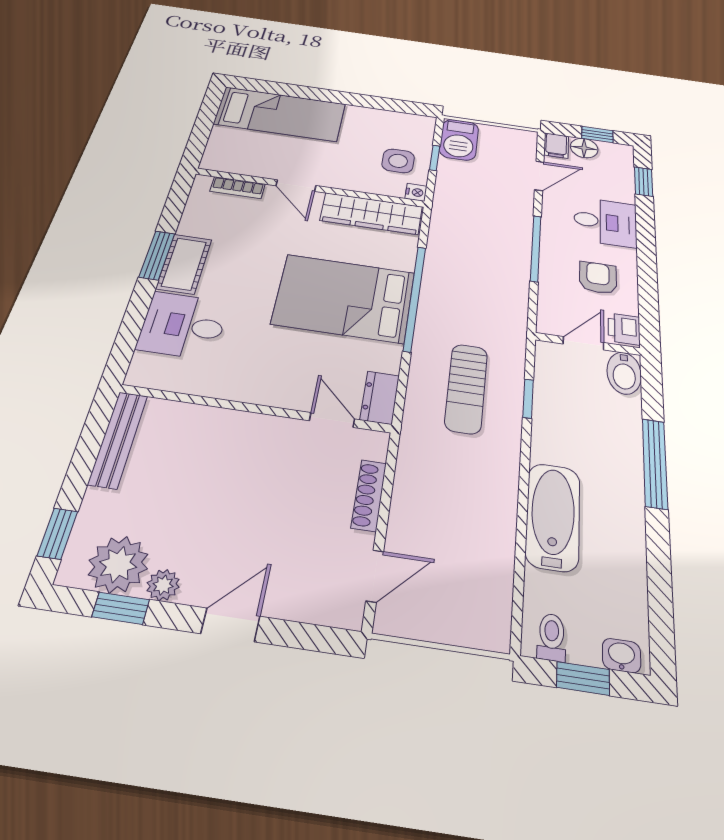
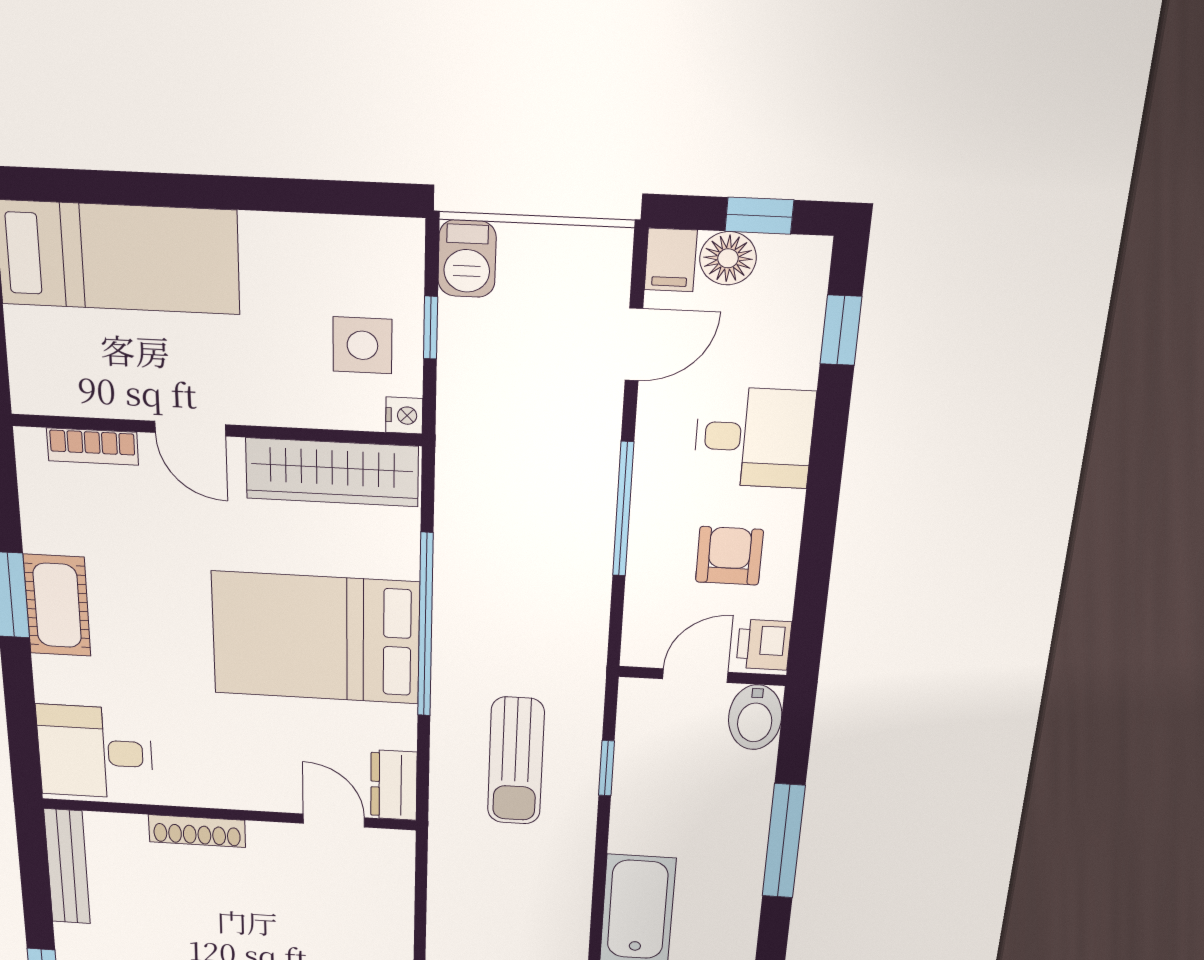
barbecue: (459, 140) -> (467, 259), width x0.73, depth x0.79
desk: (183, 325) -> (95, 752), moved
shoe rack: (369, 495) -> (197, 831), moved, turned -90

